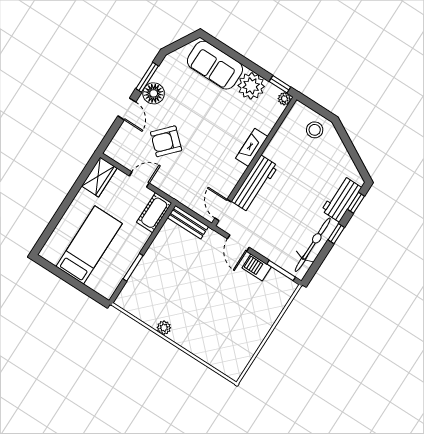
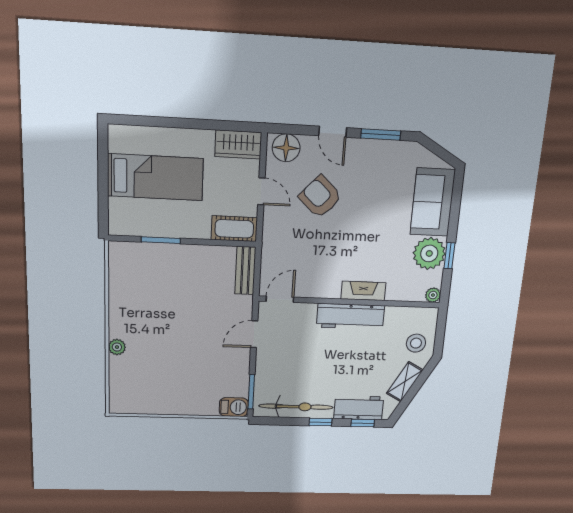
window: (280, 84) -> (449, 256), moved
floor lamp: (154, 93) -> (286, 148), moved
door: (127, 109) -> (333, 132), hinge flipped
shelving: (341, 154) -> (405, 382), added
workbench: (255, 184) -> (351, 316), moved
barbecue: (257, 267) -> (234, 407), moved, turned 90
plant: (164, 328) -> (117, 347), moved

